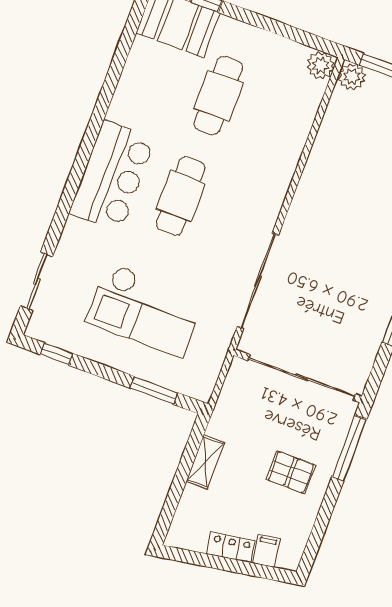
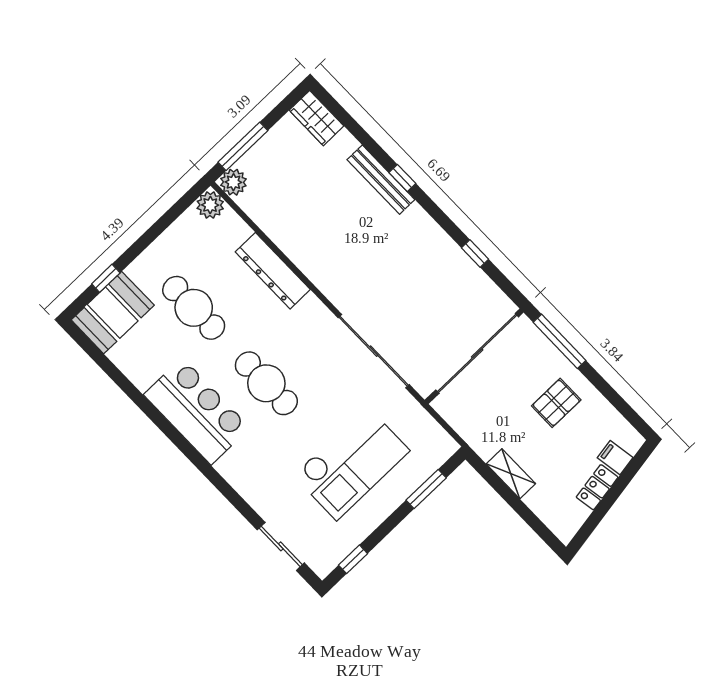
dresser: (288, 152) -> (273, 271), added
bar counter: (112, 176) -> (197, 411), moved

